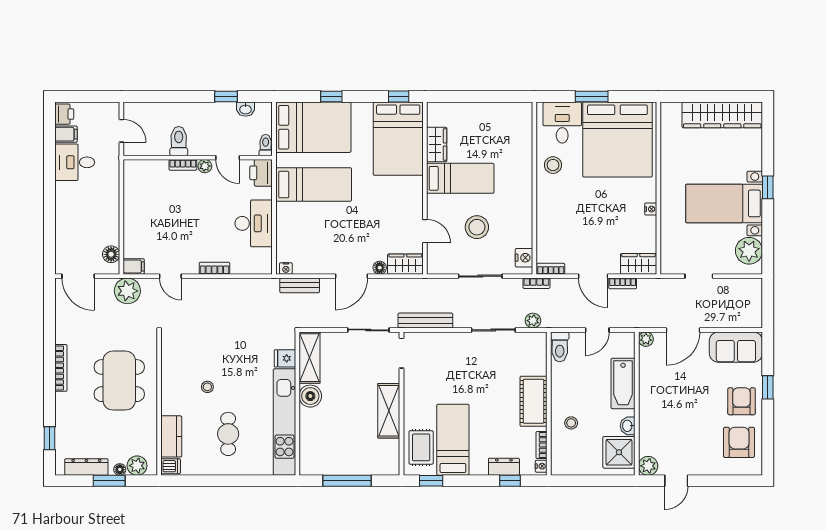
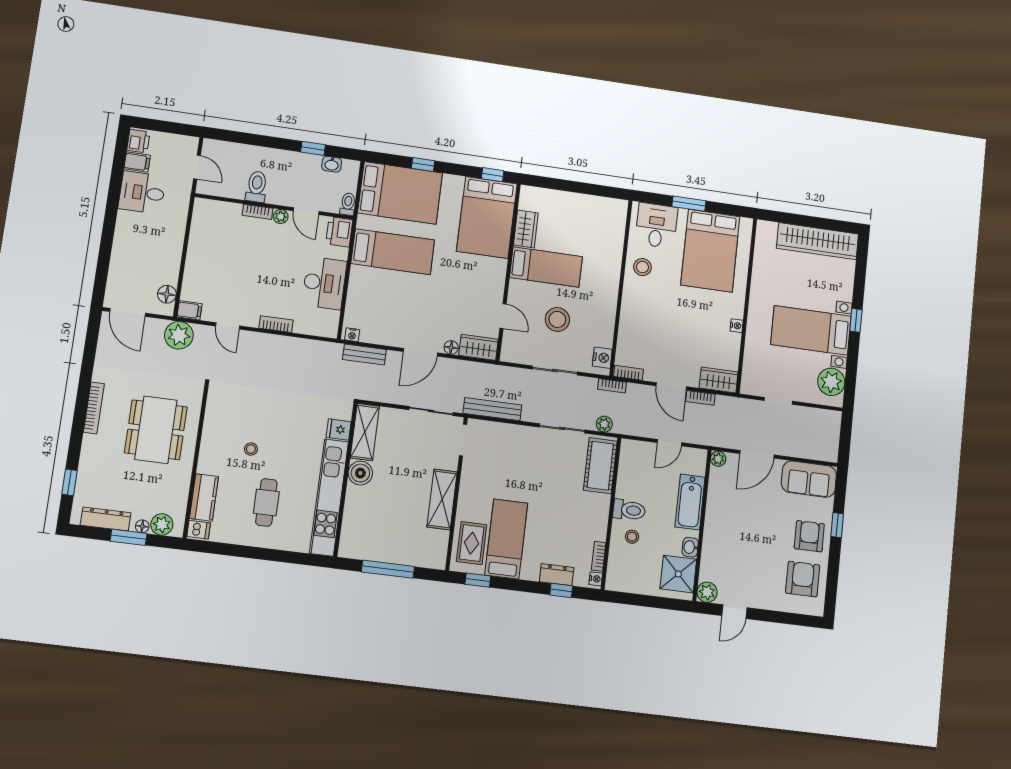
bed: (617, 140) -> (710, 251), width x0.73
toilet: (560, 347) -> (629, 510), moved, turned -90
cot: (534, 401) -> (600, 466), moved

